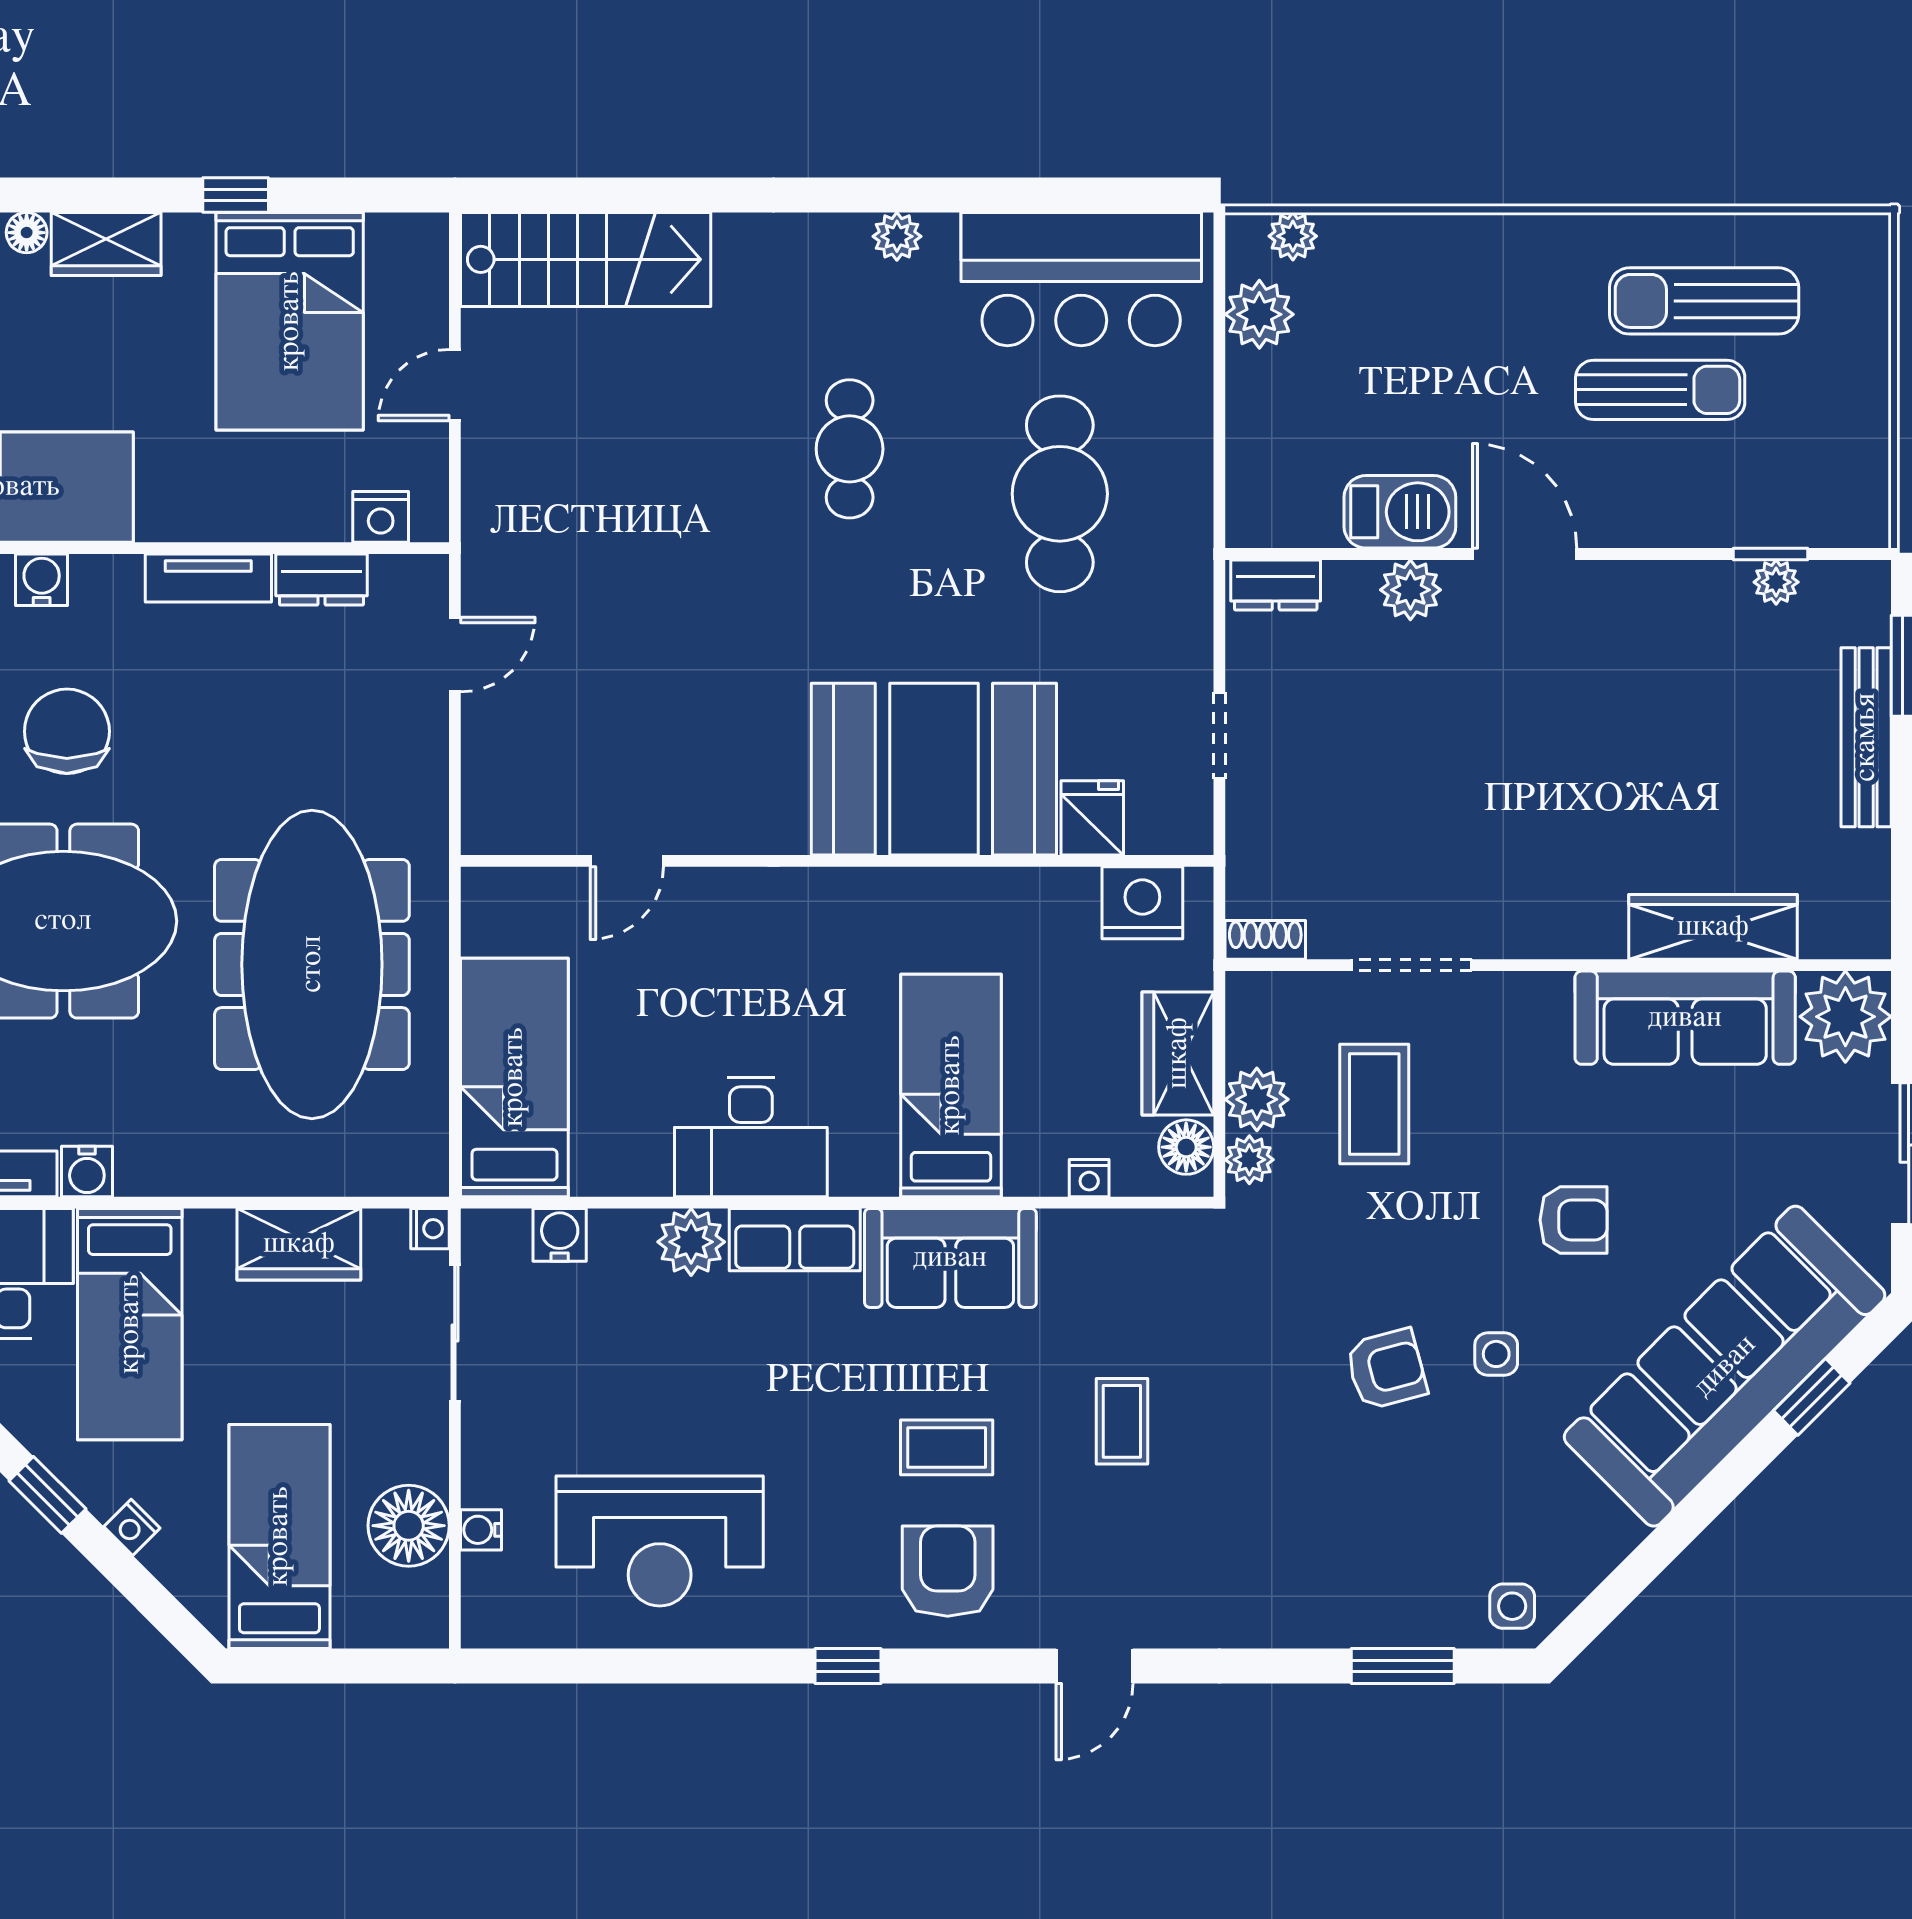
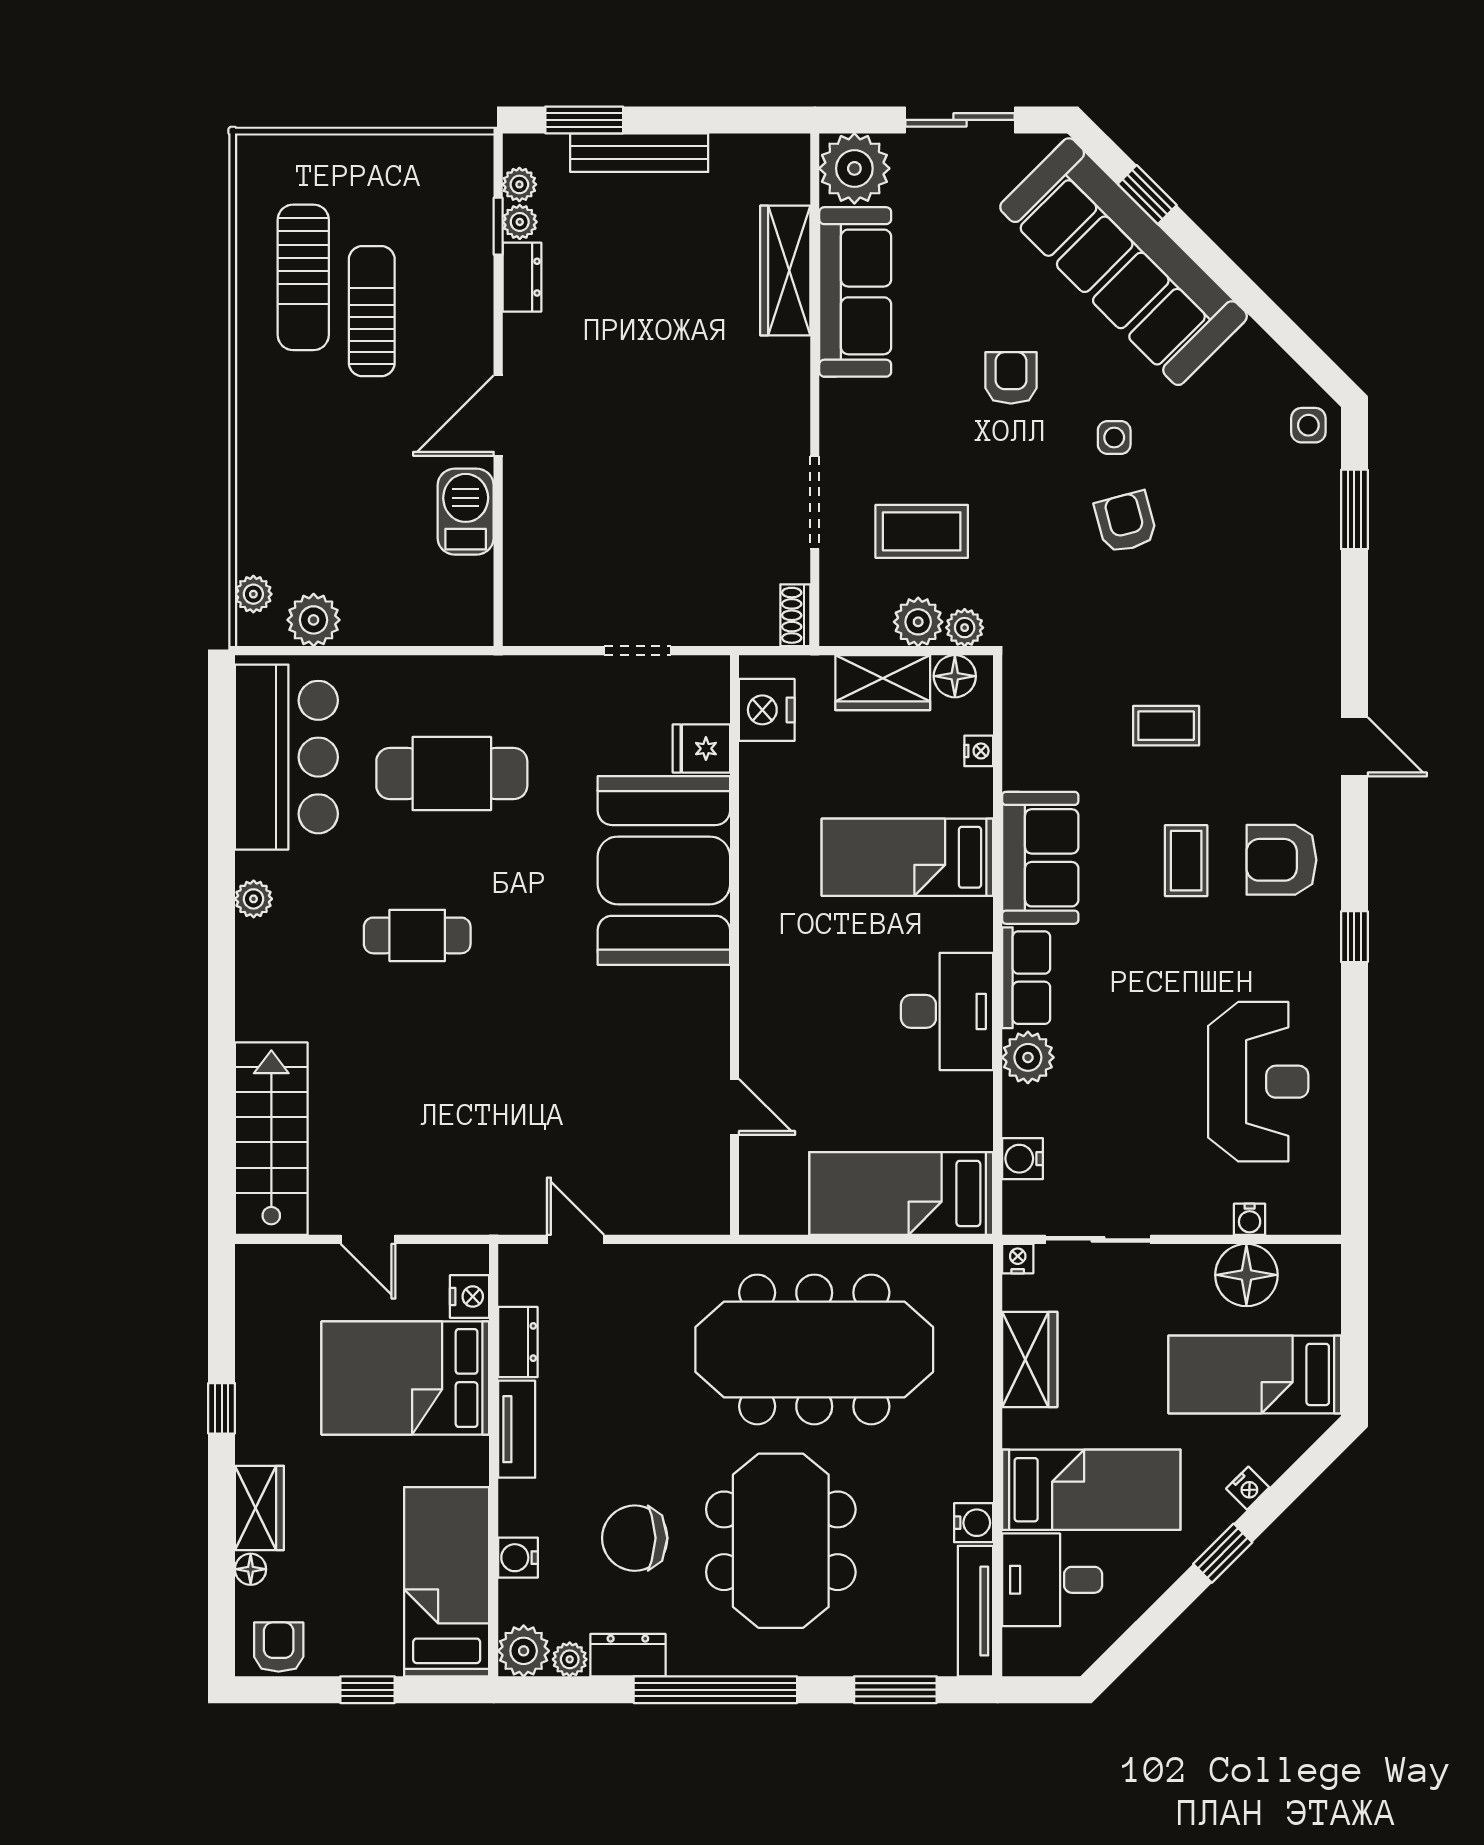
bed: (290, 321) -> (405, 1378), moved, turned 180
dresser: (1276, 585) -> (522, 277), moved
plant: (1410, 590) -> (519, 184), moved, width x0.73, depth x0.73

